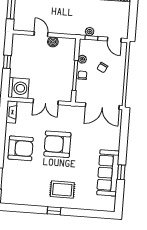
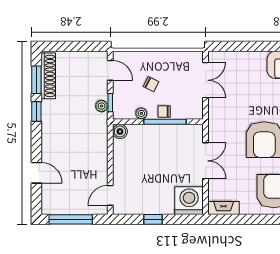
door: (41, 34) -> (110, 195), moved
door: (114, 40) -> (110, 70), hinge flipped
boiler: (53, 42) -> (120, 131), moved
double door: (102, 106) -> (206, 80), width x0.73

